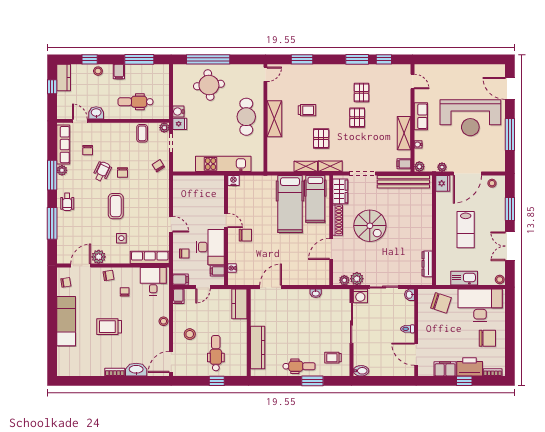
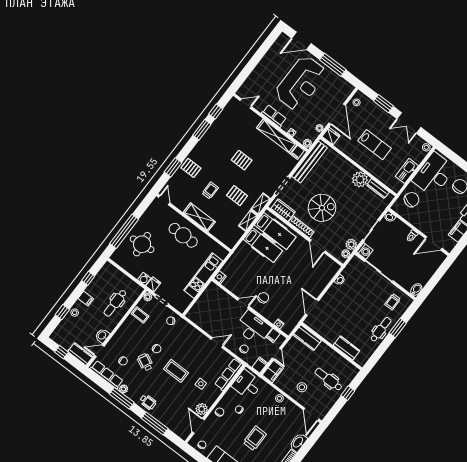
window: (139, 59) -> (88, 278), width x0.46
kitchen counter: (64, 78) -> (80, 354), moved
pallet: (361, 92) -> (191, 168), moved
shelving: (404, 133) -> (277, 136), width x1.47
hospital bed: (290, 204) -> (263, 245), width x0.73, depth x0.78
plant: (423, 241) -> (360, 179), added
filing cabinet: (178, 296) -> (273, 371), width x2.00
trolley: (109, 327) -> (255, 438), turned 180
kitchen counter: (258, 348) -> (347, 348), width x0.67

